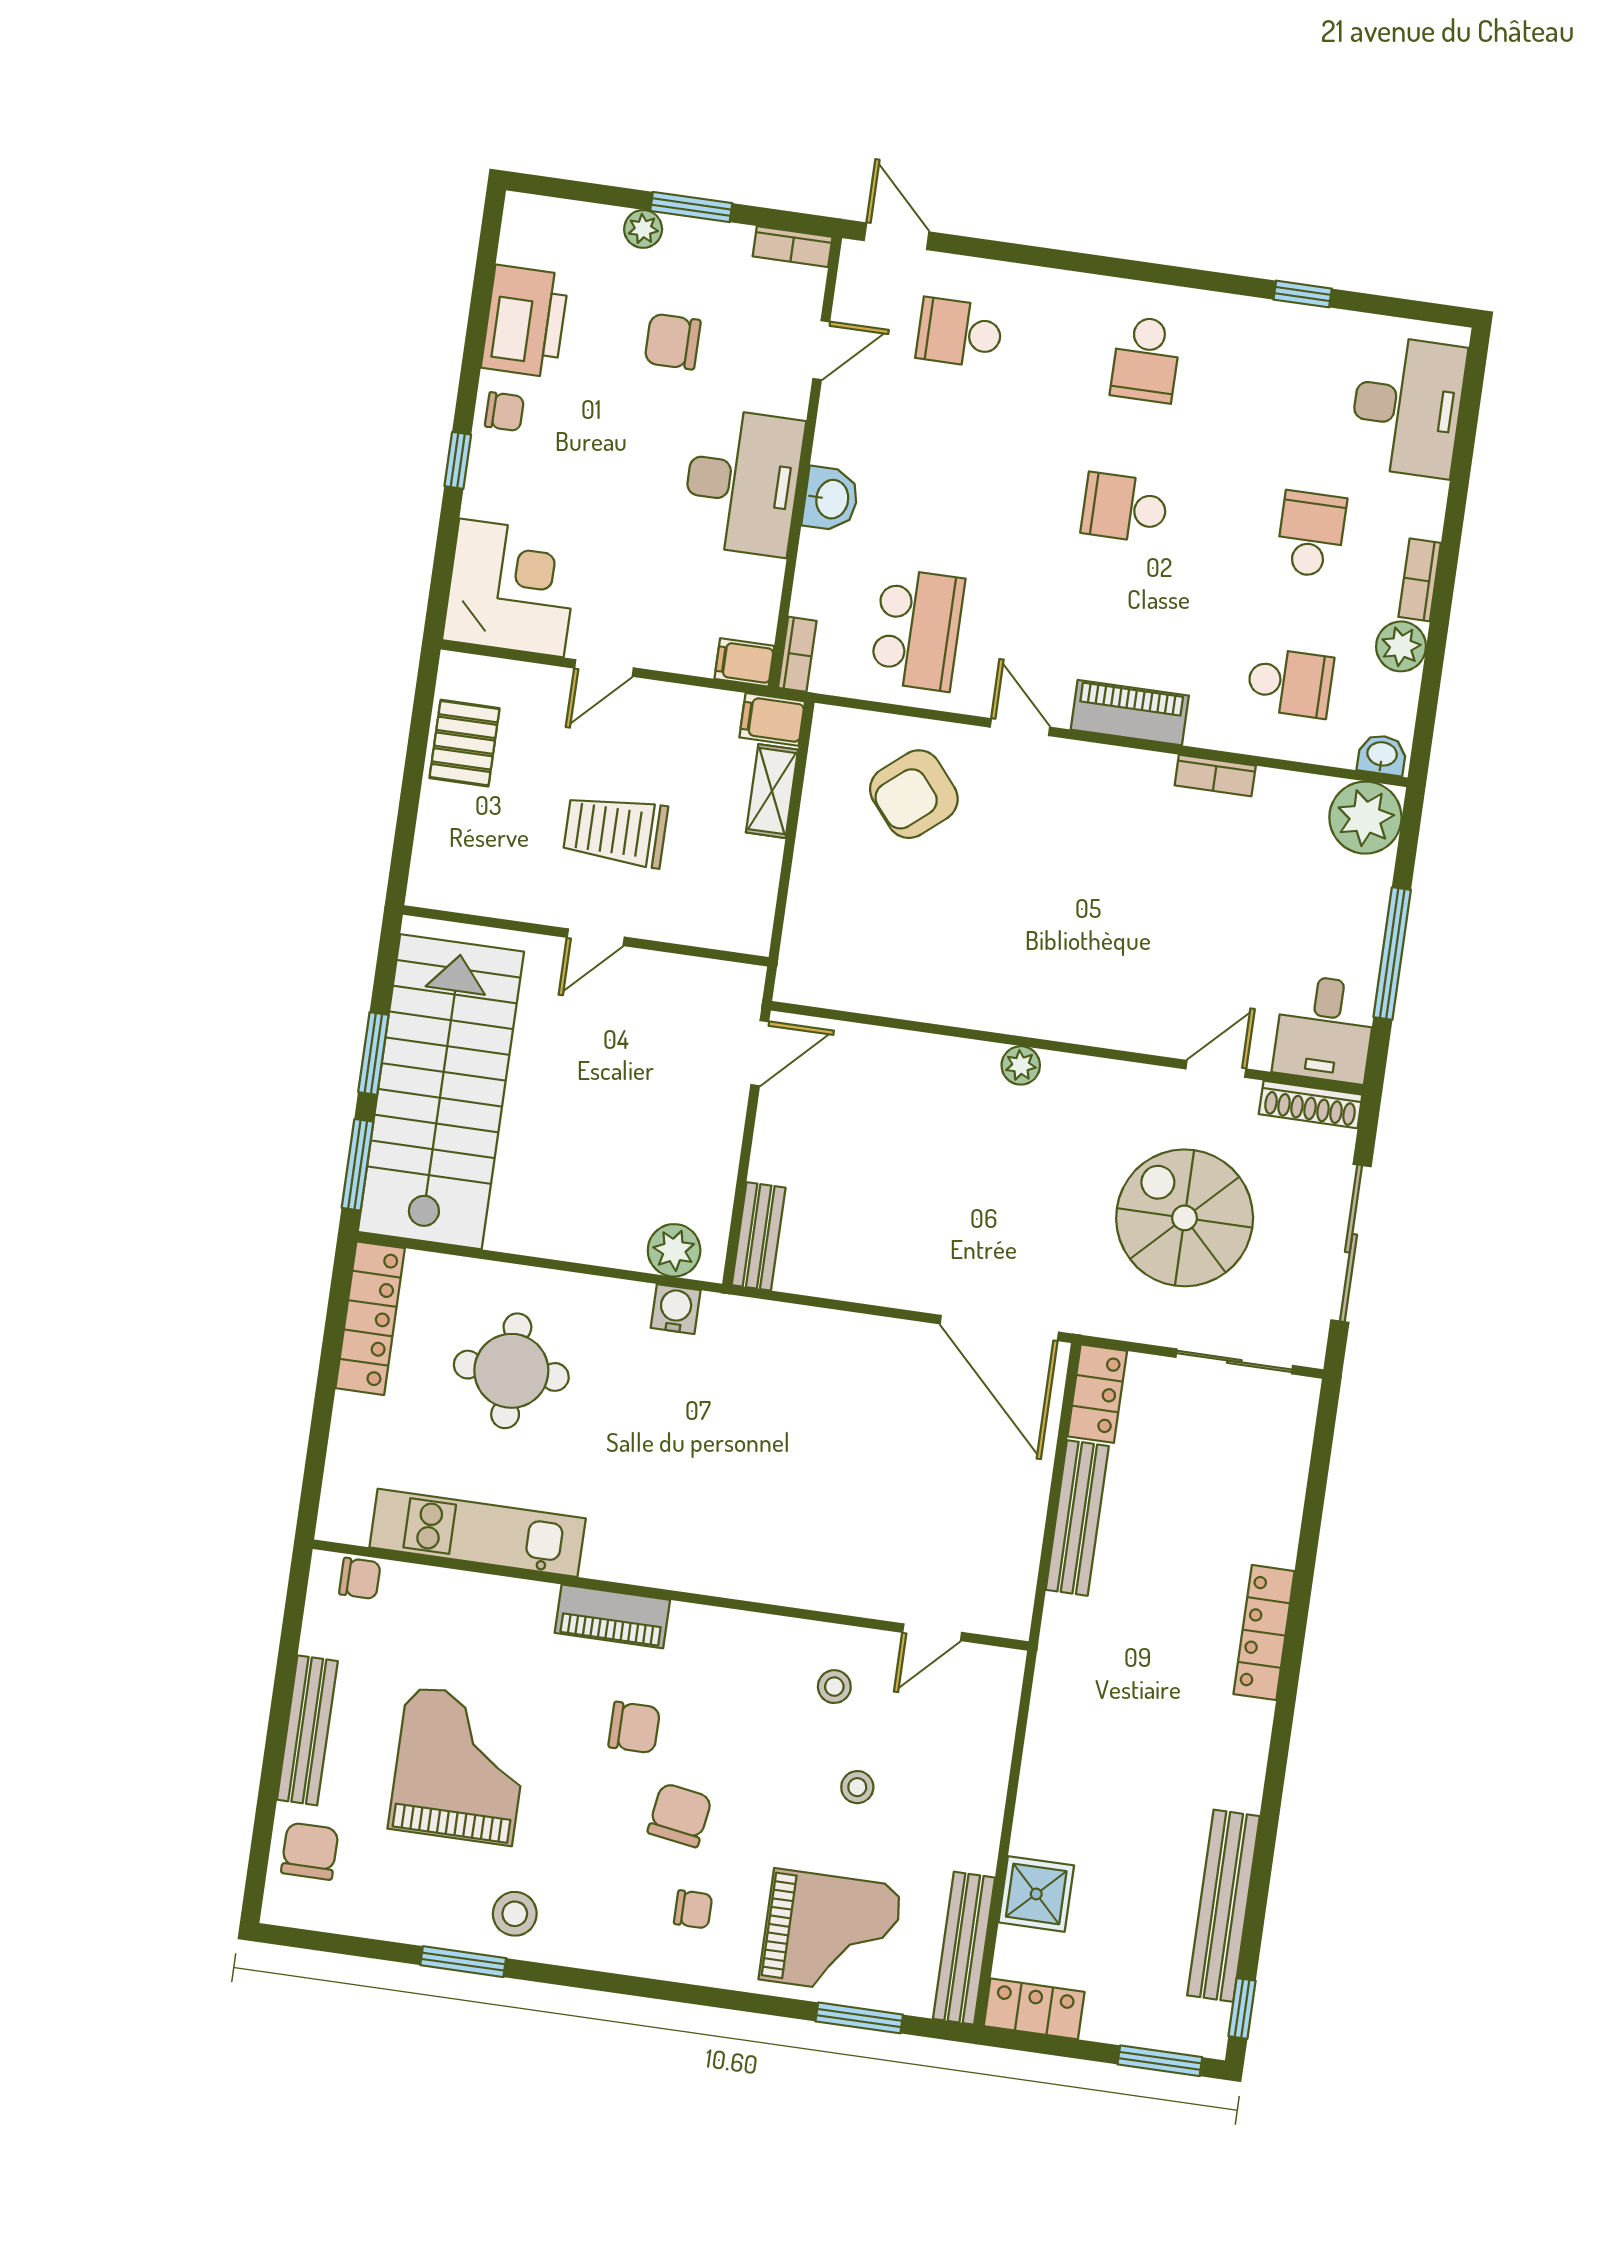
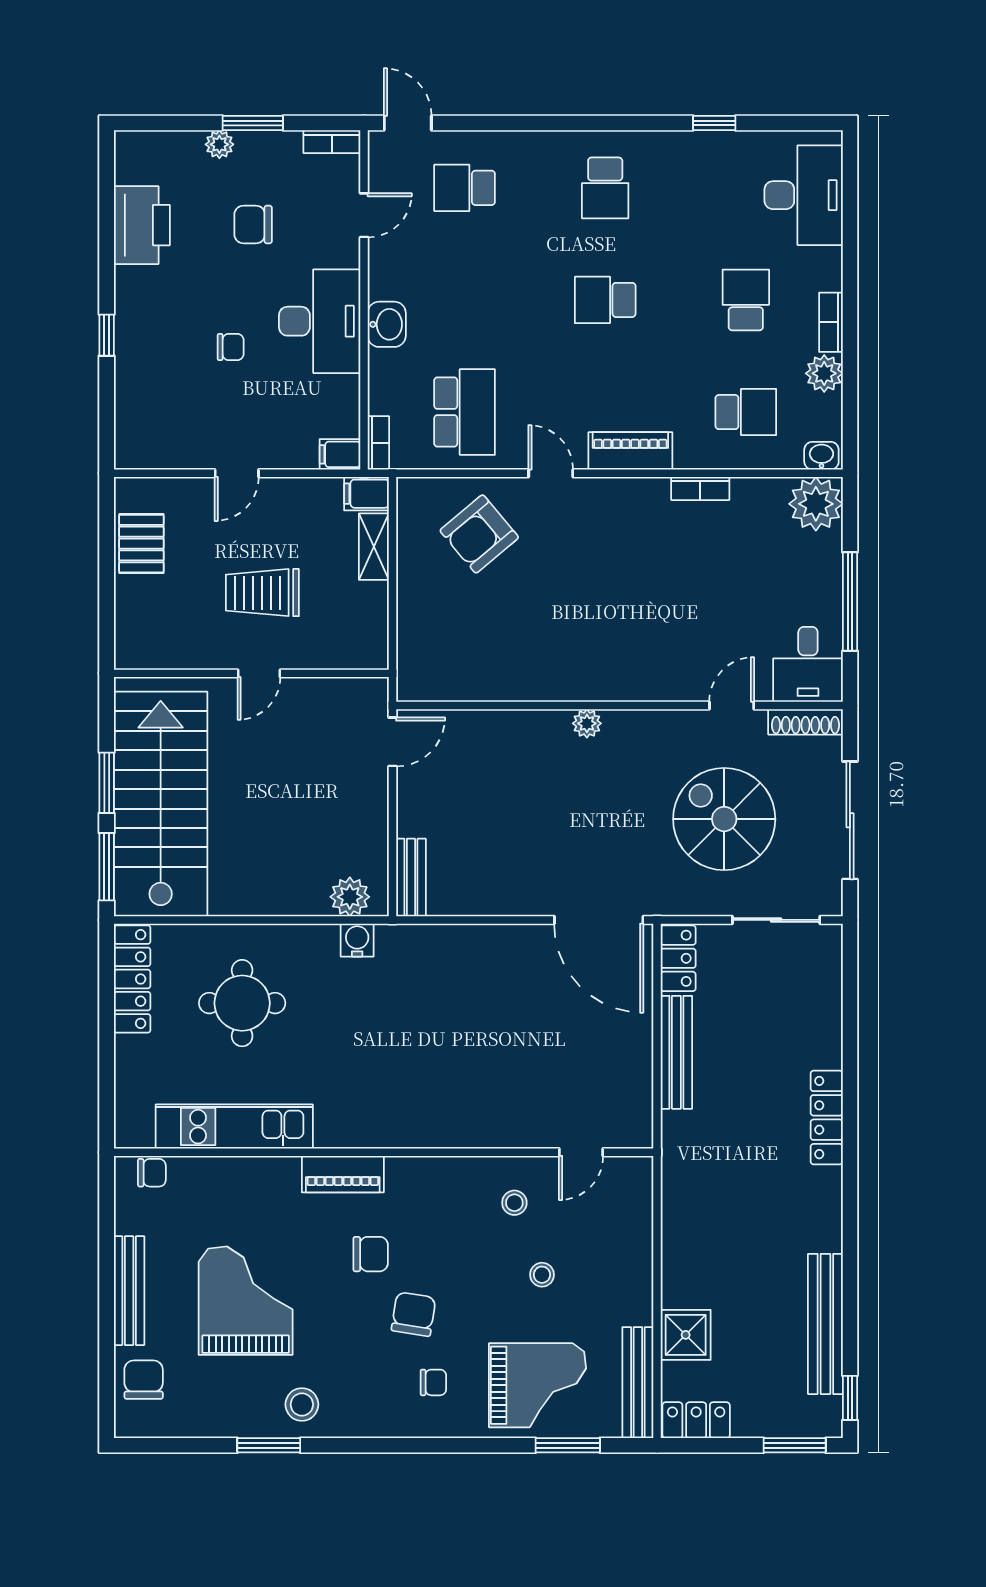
chair: (505, 412) -> (231, 347), moved
corner desk: (511, 588) -> (160, 424), removed

